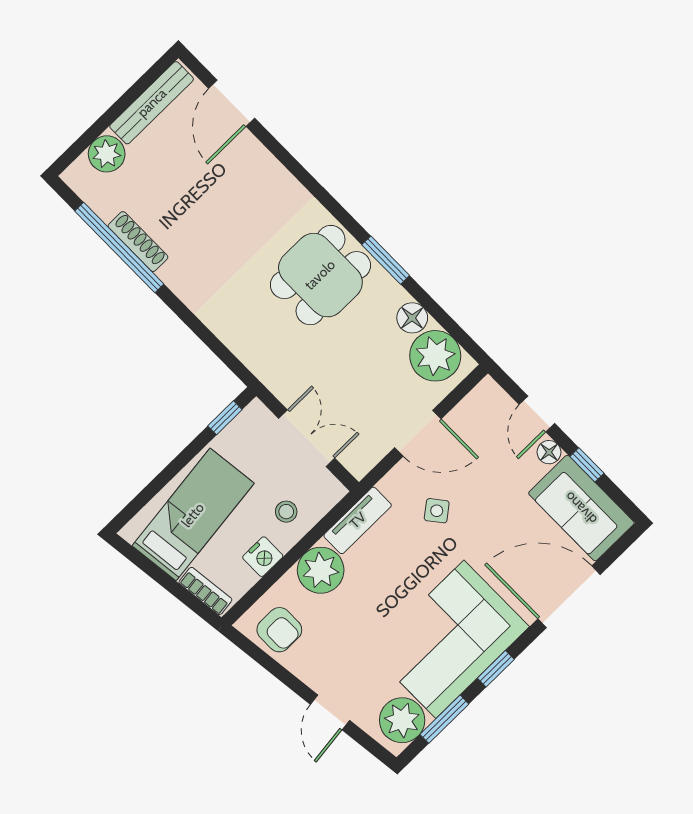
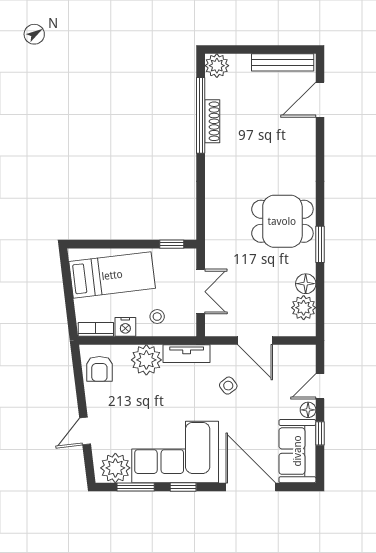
plant: (107, 154) -> (217, 66), moved
plant: (435, 356) -> (304, 308), width x0.73, depth x0.73
bookcase: (205, 591) -> (96, 329), moved, turned -83

